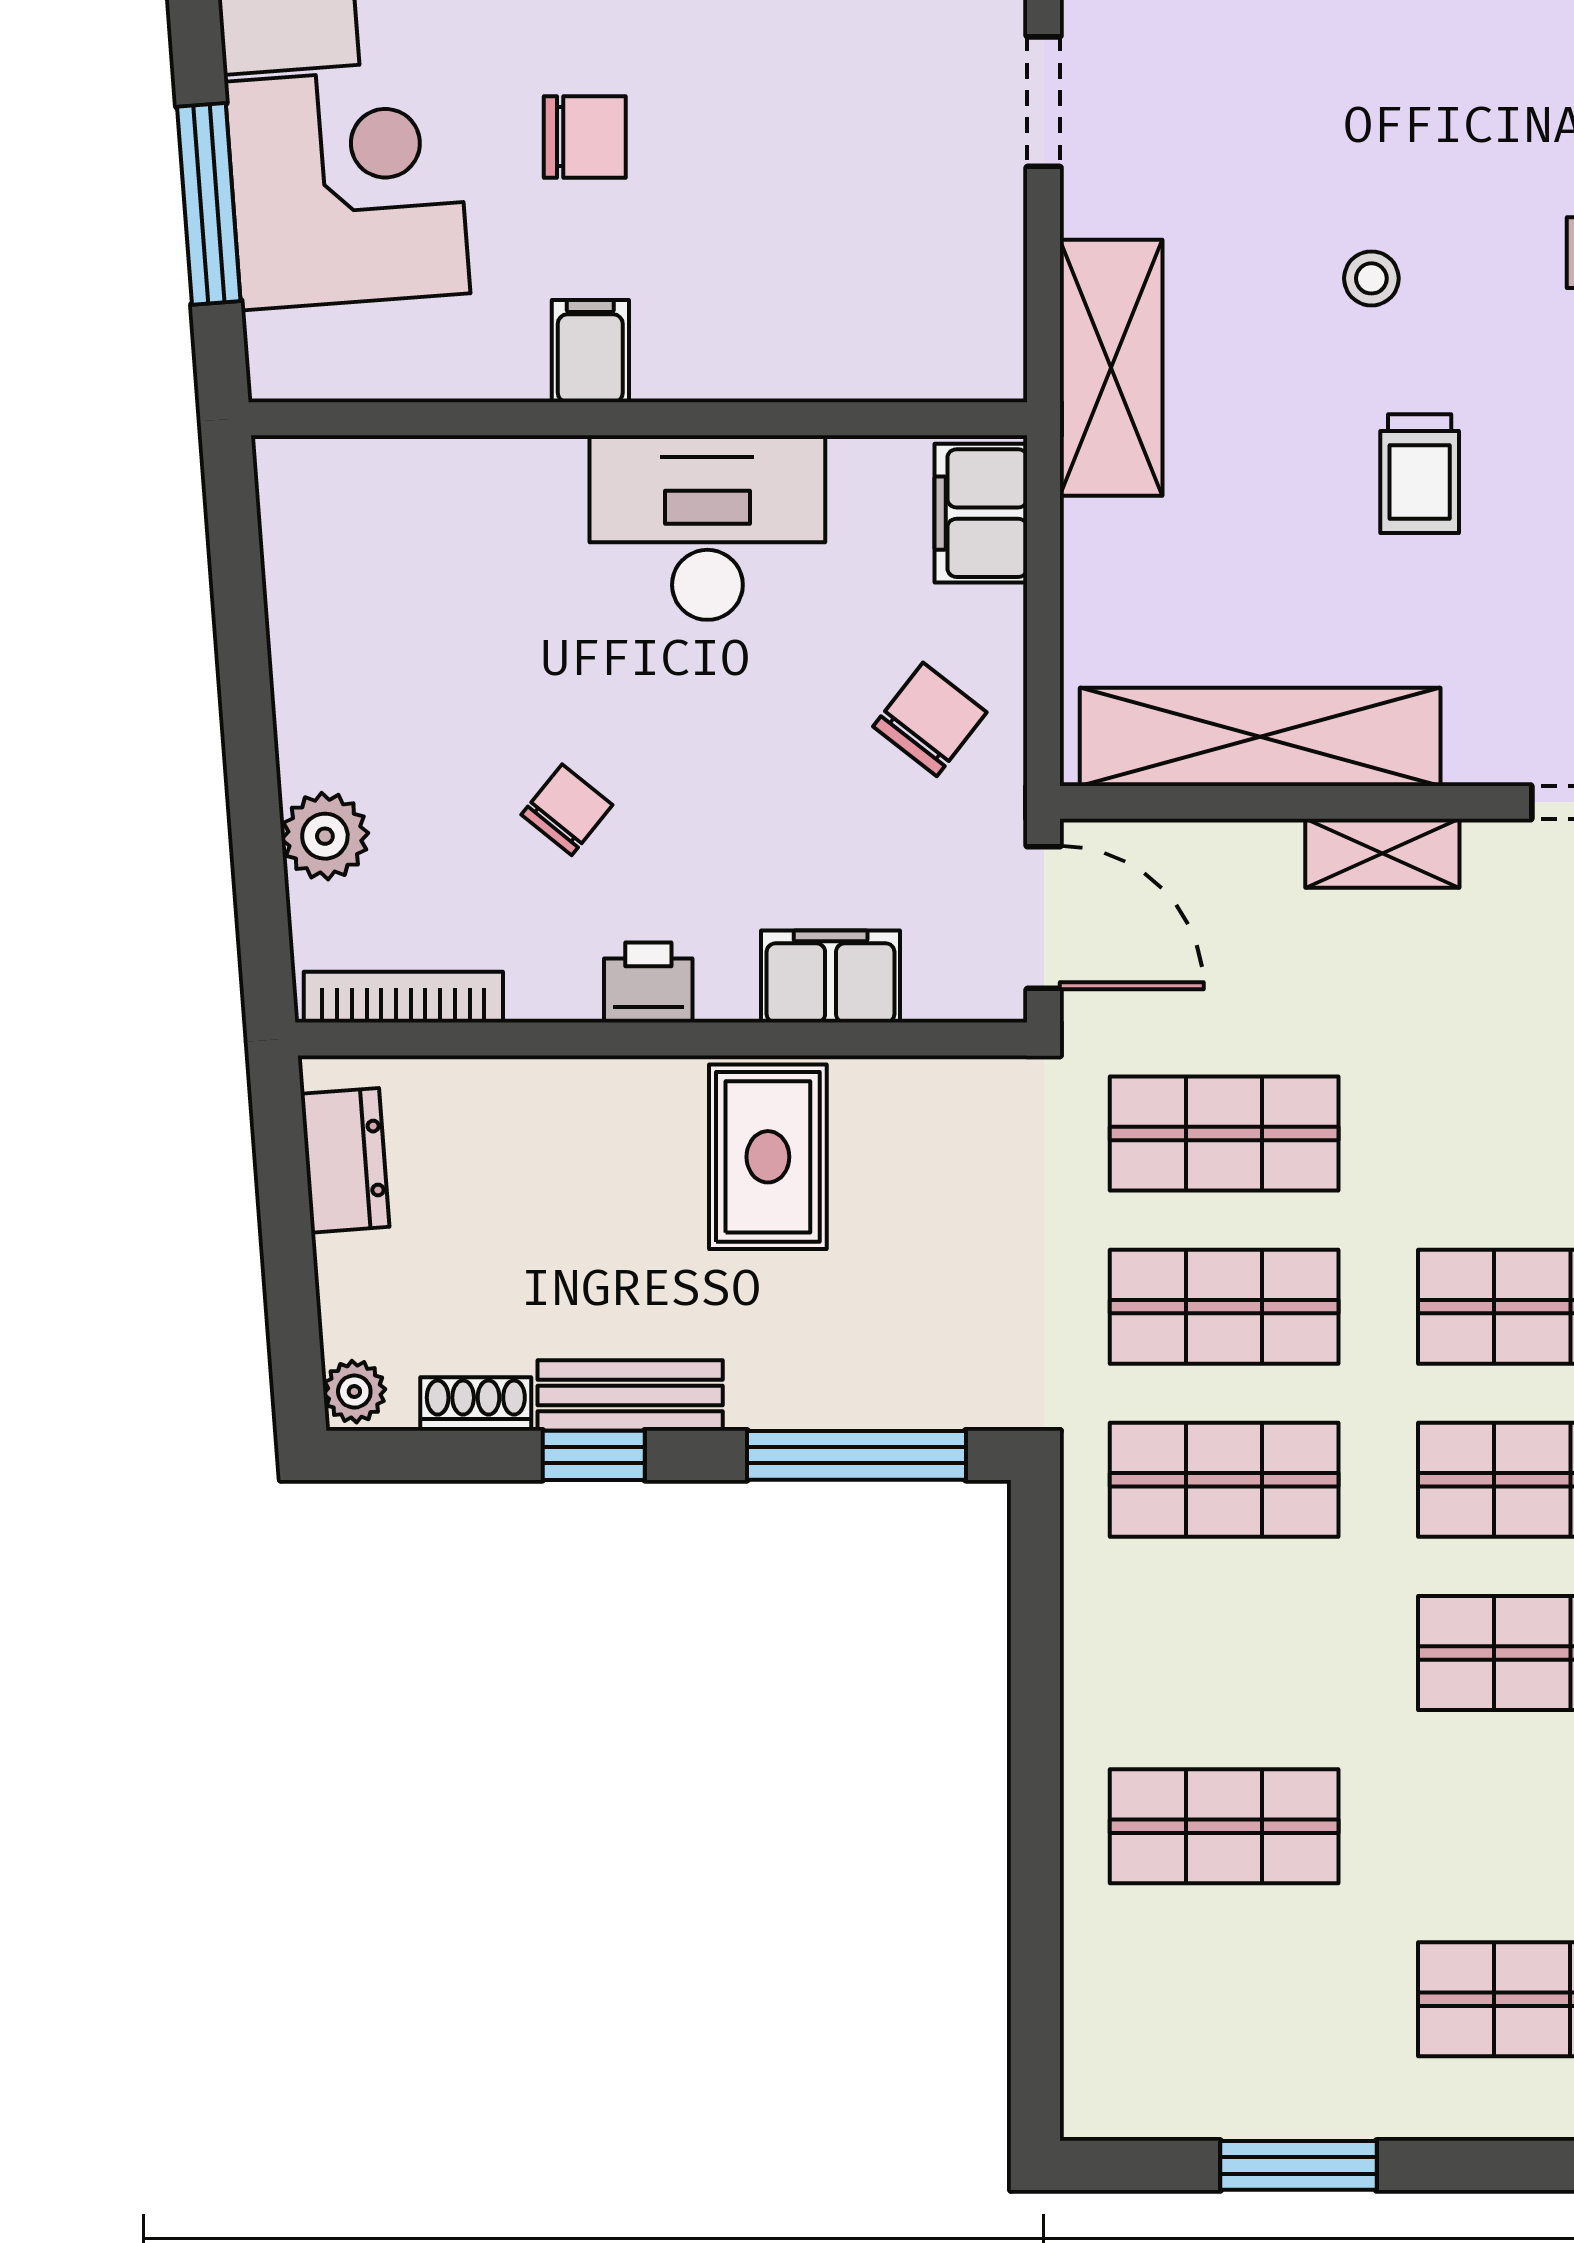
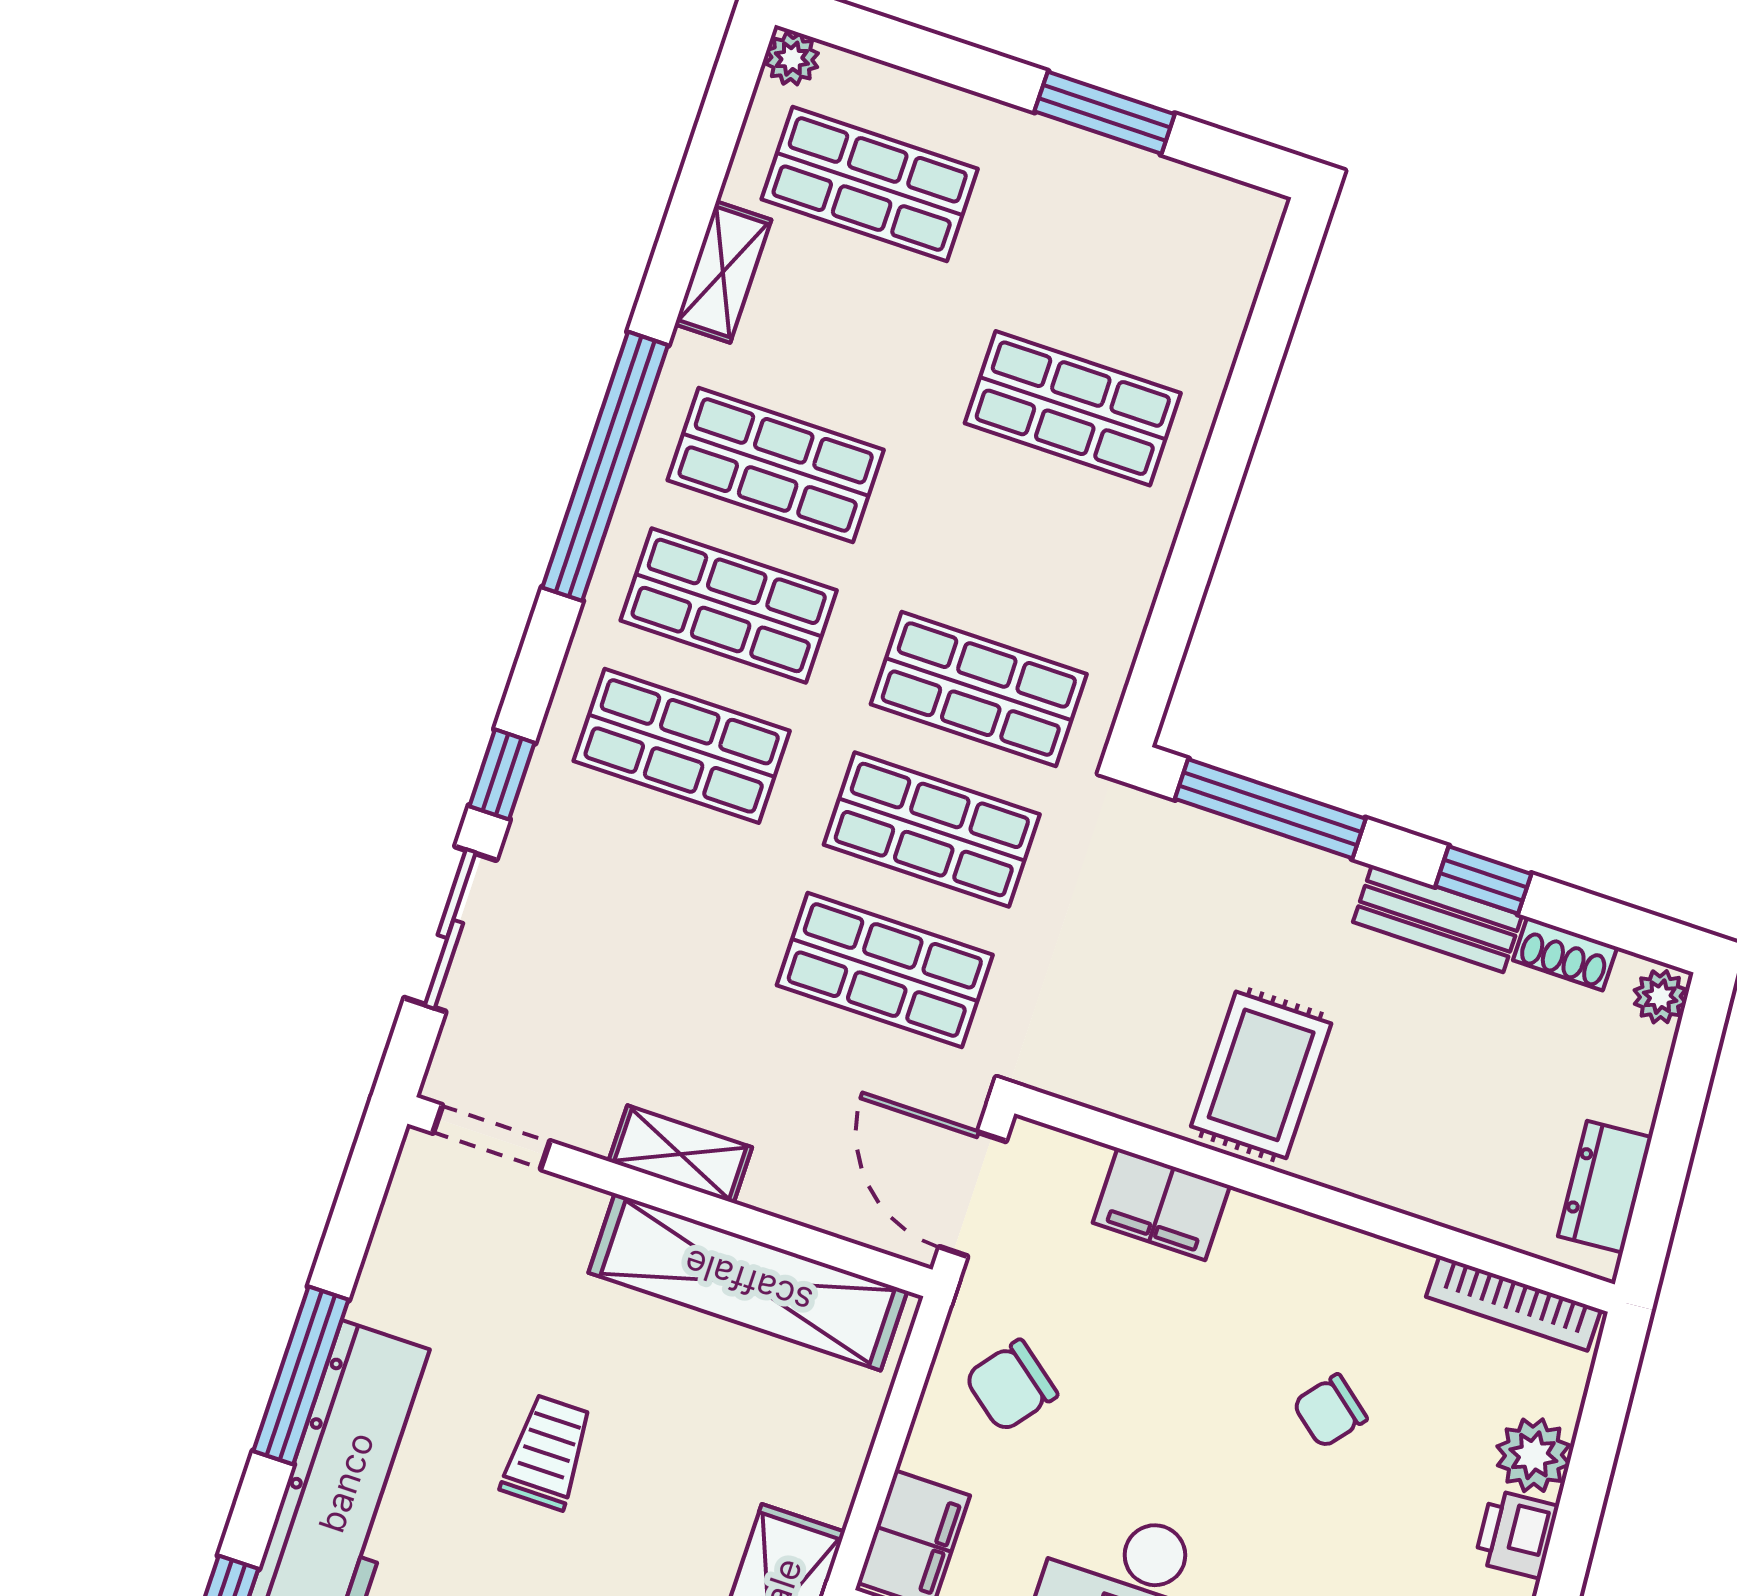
printer: (648, 983) -> (1516, 1534), moved, turned 86

